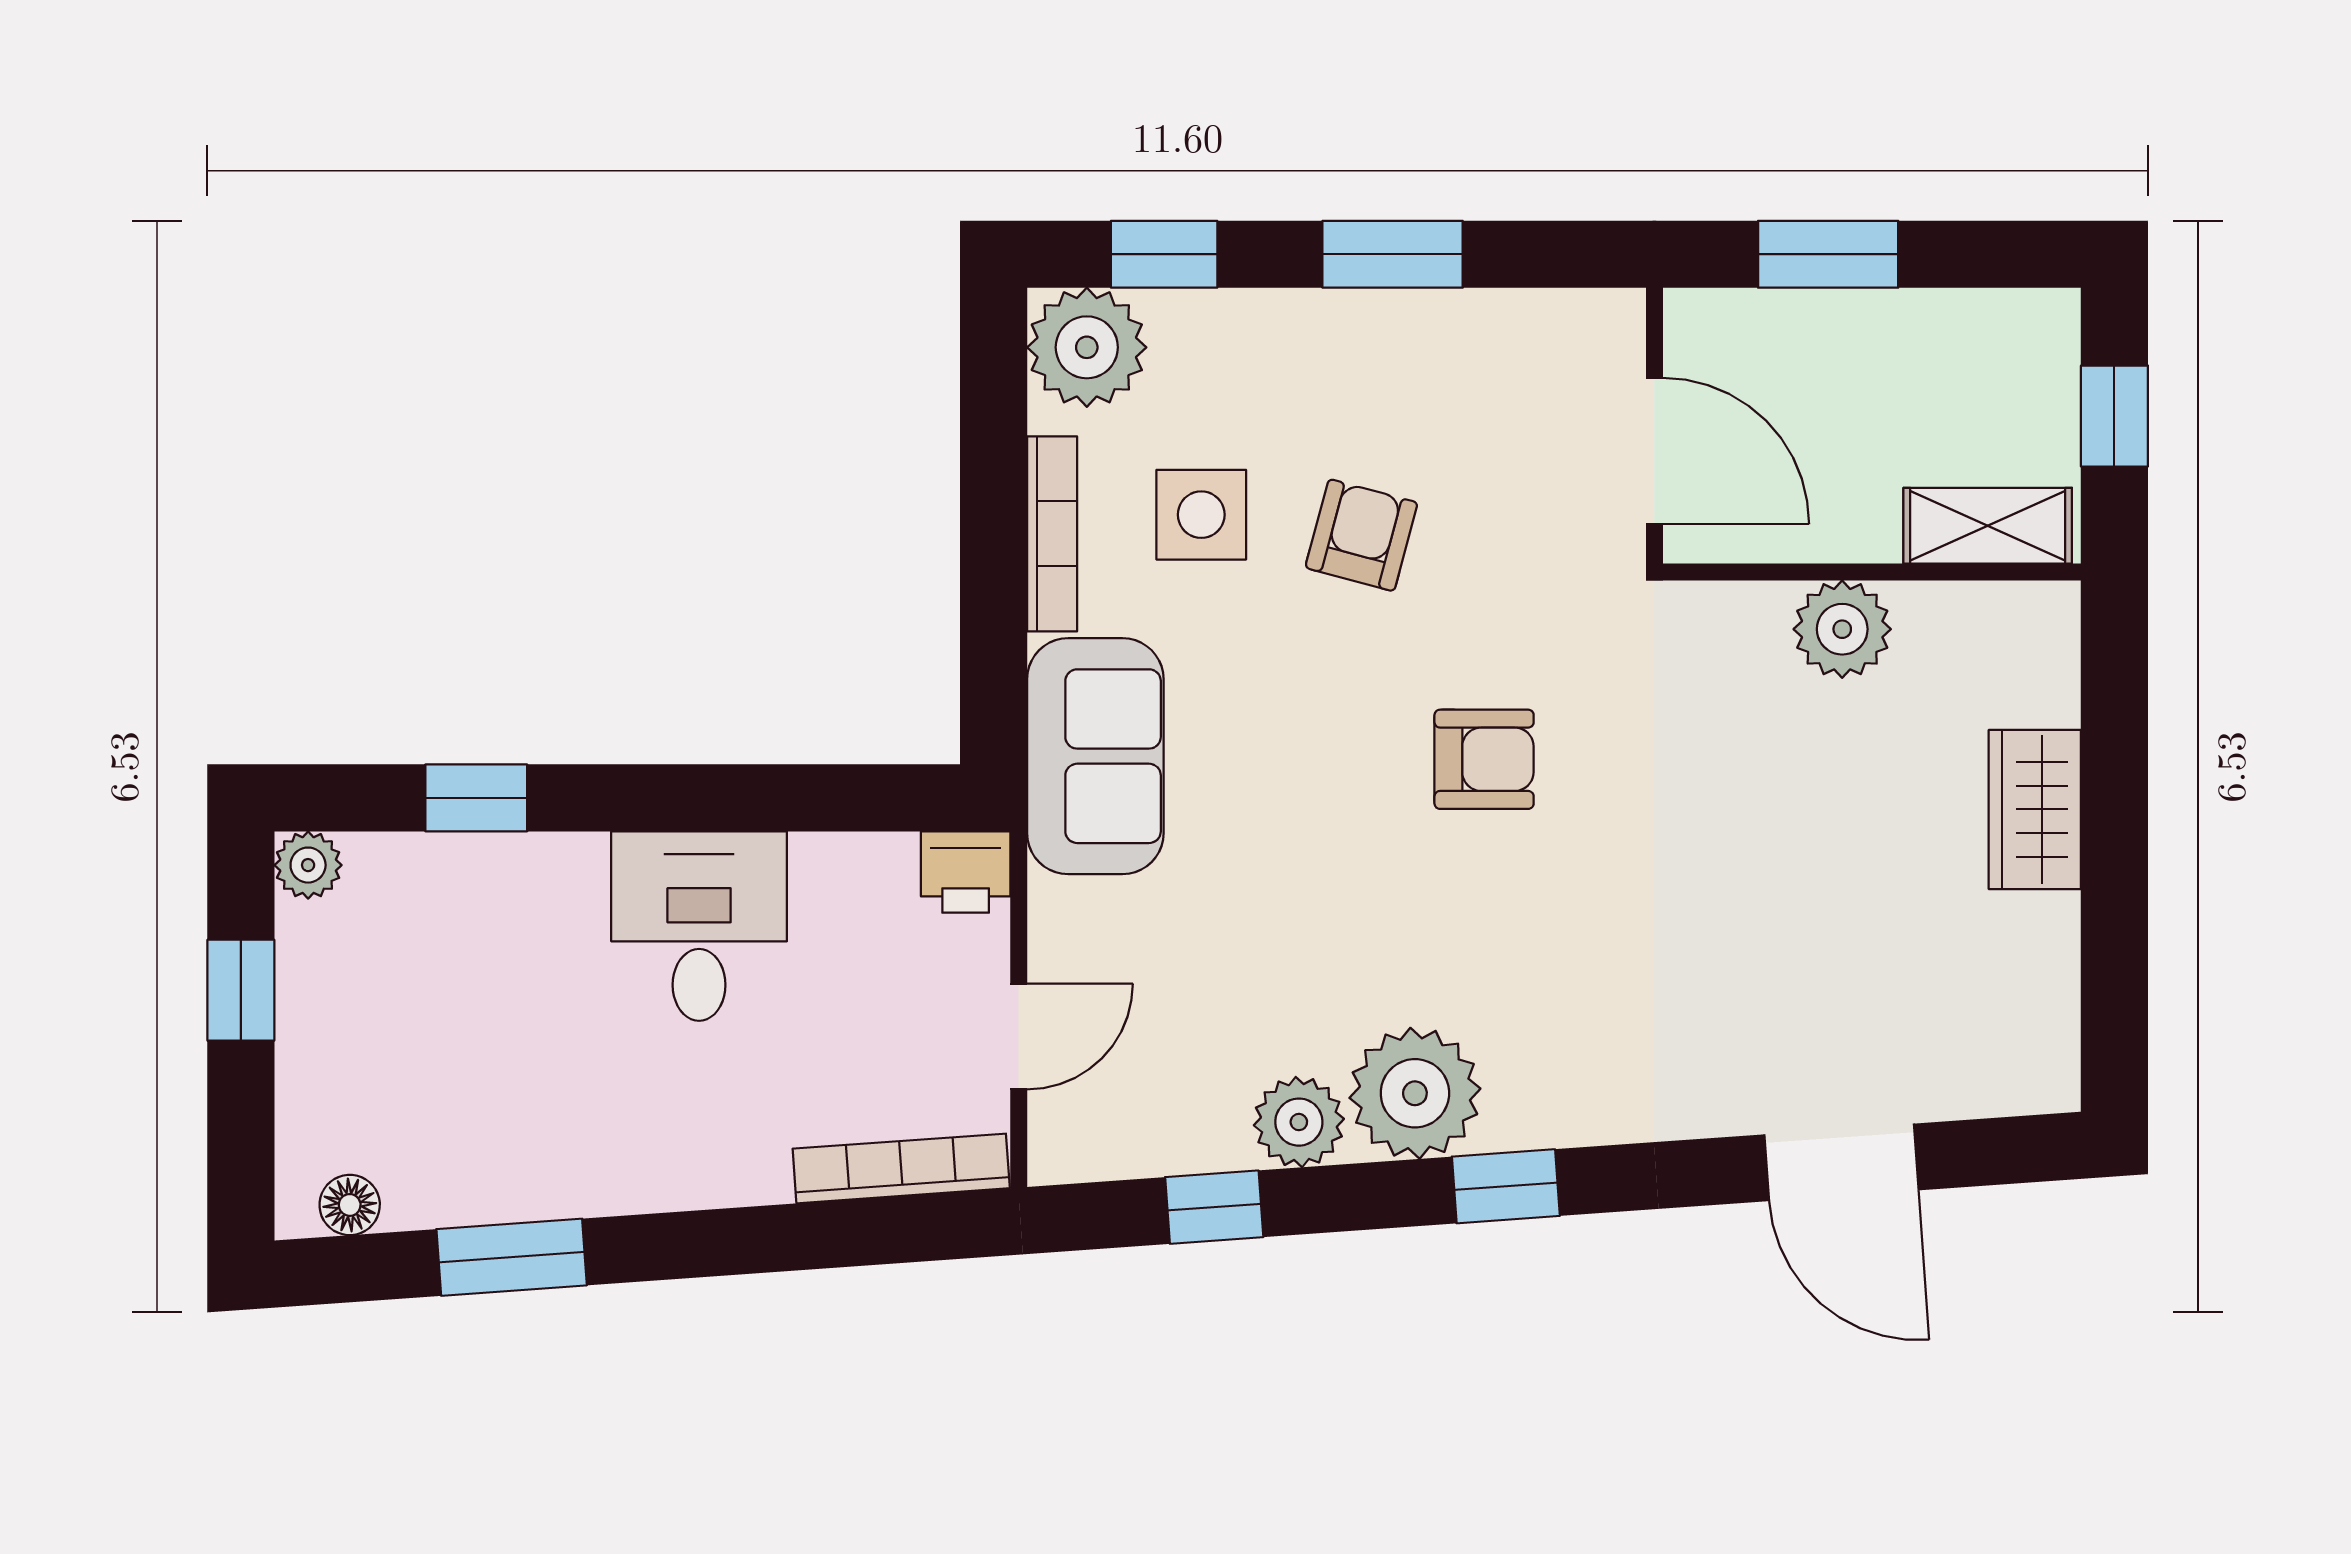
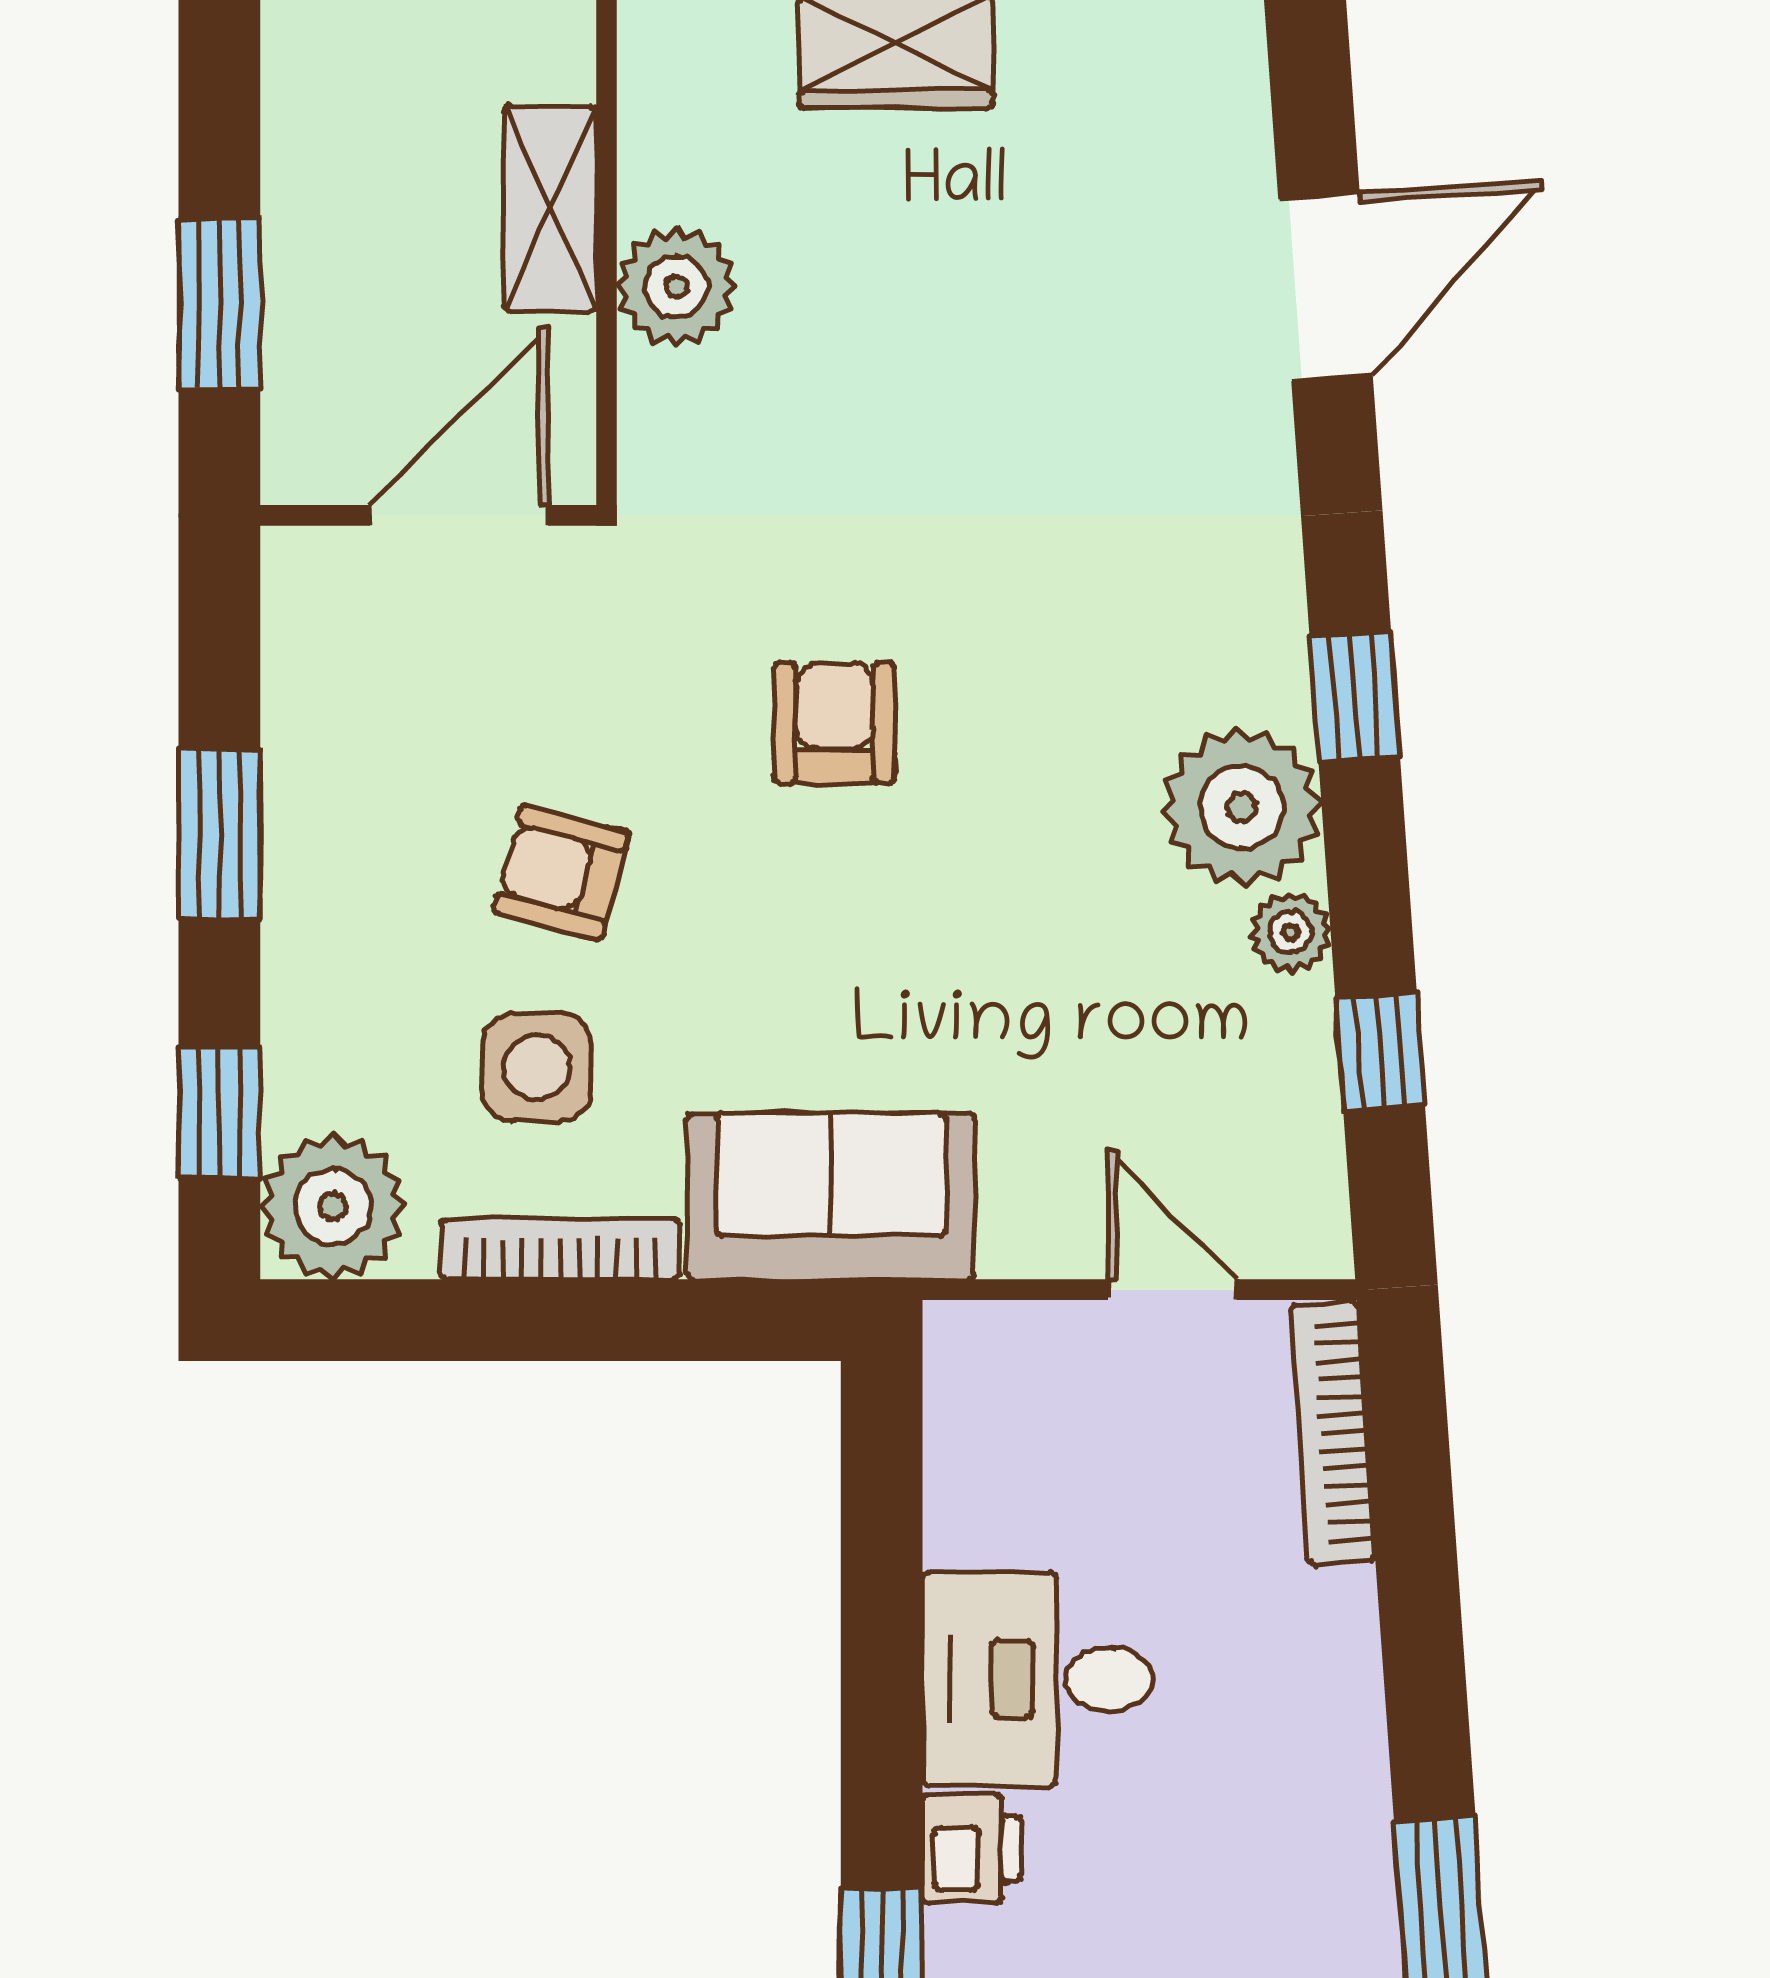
shelving: (1988, 526) -> (550, 209), moved
printer: (966, 872) -> (972, 1849), moved
plant: (1299, 1122) -> (1290, 932), width x0.73, depth x0.73

